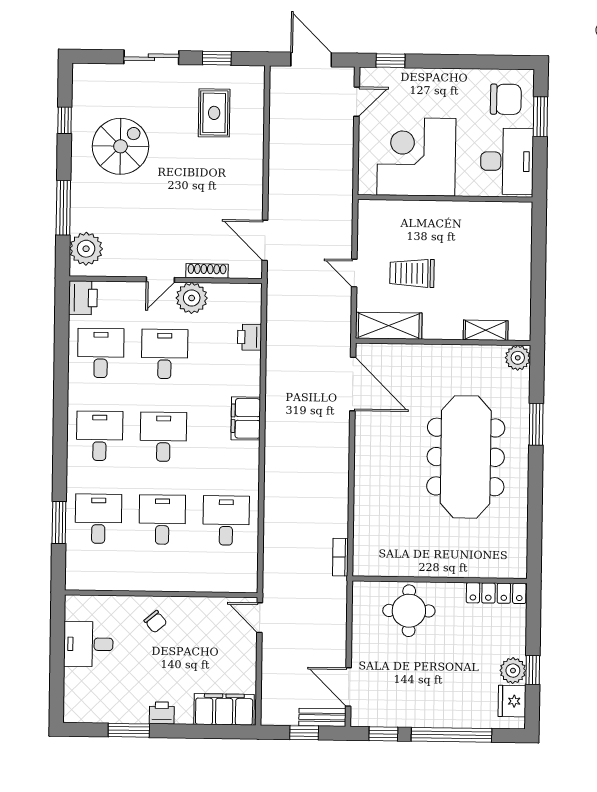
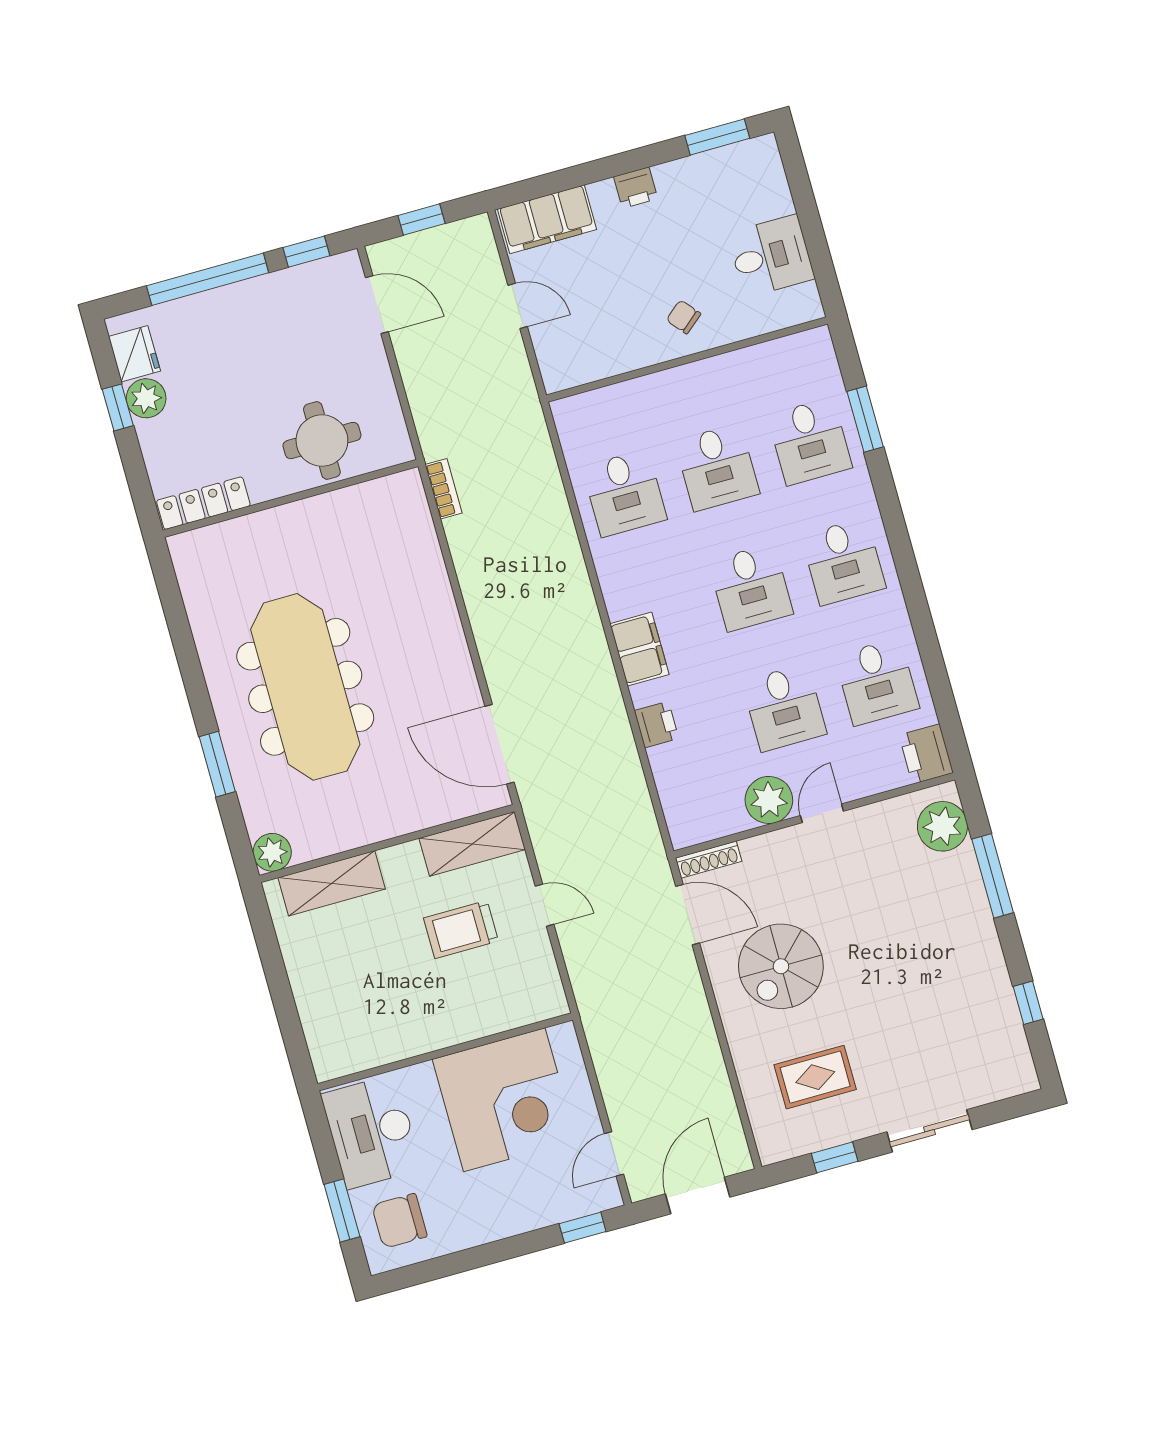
door: (311, 60) -> (698, 1196), swing flipped
rug: (214, 113) -> (815, 1077), turned 90
spiral stairs: (121, 146) -> (781, 966), moved
shoe rack: (207, 271) -> (709, 860), moved
trolley: (412, 273) -> (461, 930), turned 180
shelving: (486, 330) -> (332, 883), width x1.50, depth x1.33
printer: (249, 337) -> (656, 724), moved
door: (260, 618) -> (518, 306), moved
bench: (322, 717) -> (402, 250), removed
window: (129, 730) -> (717, 137), moved

